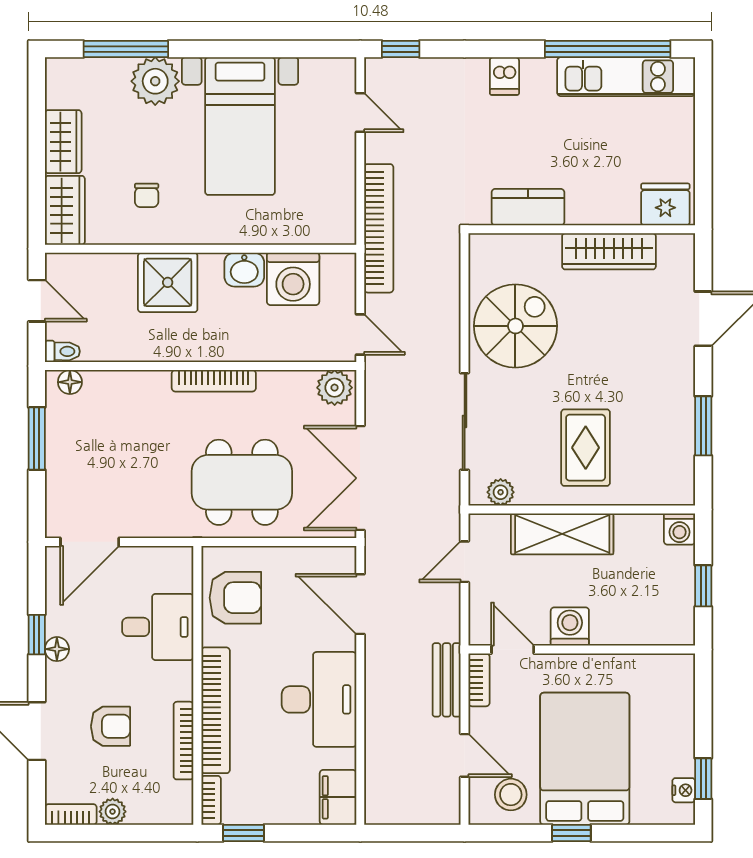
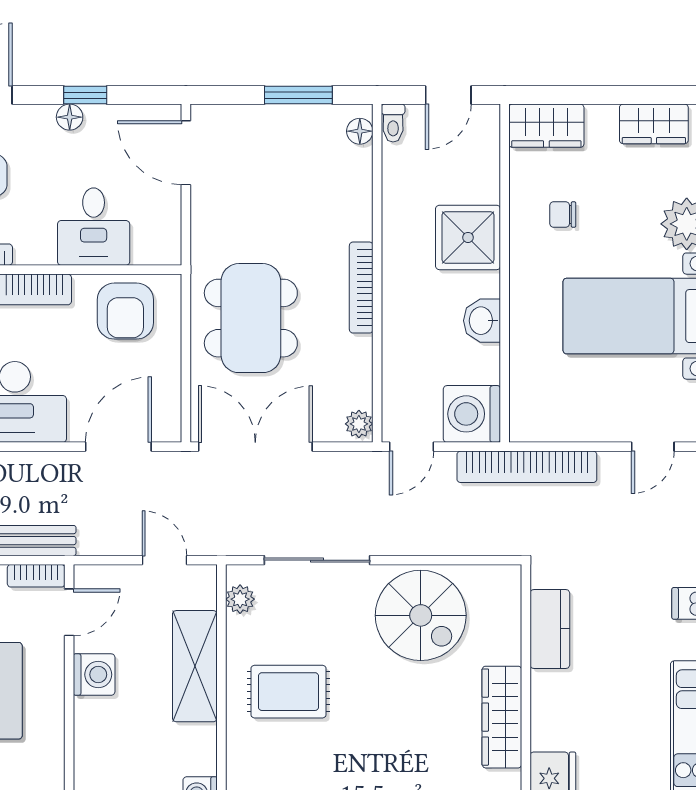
wardrobe: (63, 142) -> (654, 124), moved
washing machine: (293, 279) -> (472, 414), moved
plant: (335, 388) -> (359, 424), width x0.73, depth x0.73

